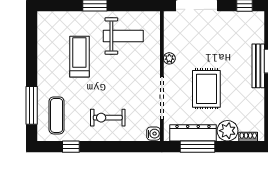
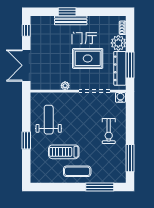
exercise mat: (57, 115) -> (77, 171), moved
window: (71, 147) -> (130, 158), width x2.17

